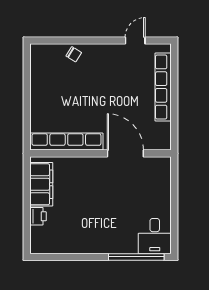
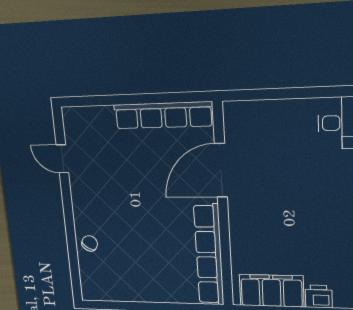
row of seats: (163, 87) -> (163, 115), moved

